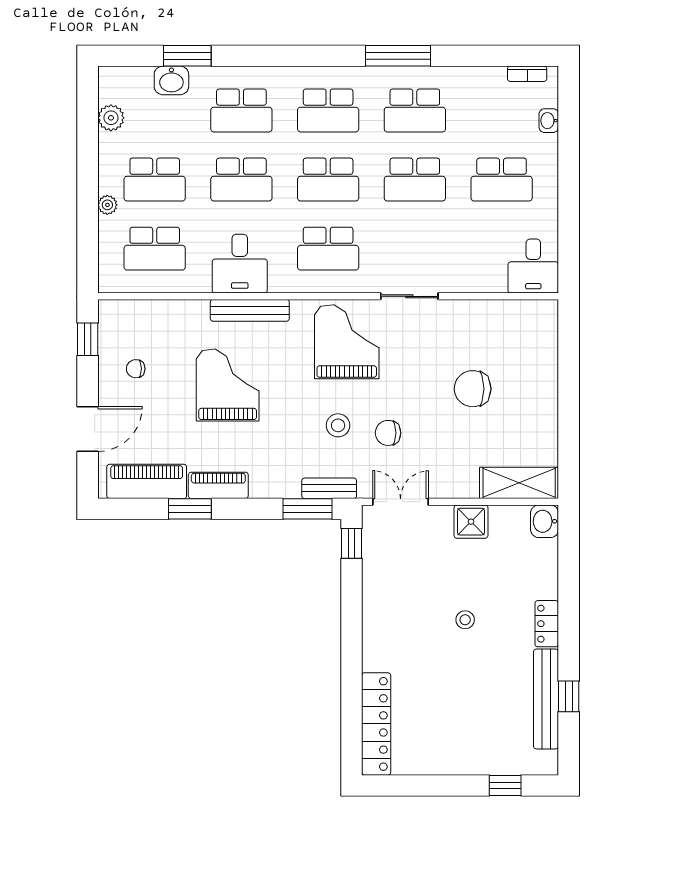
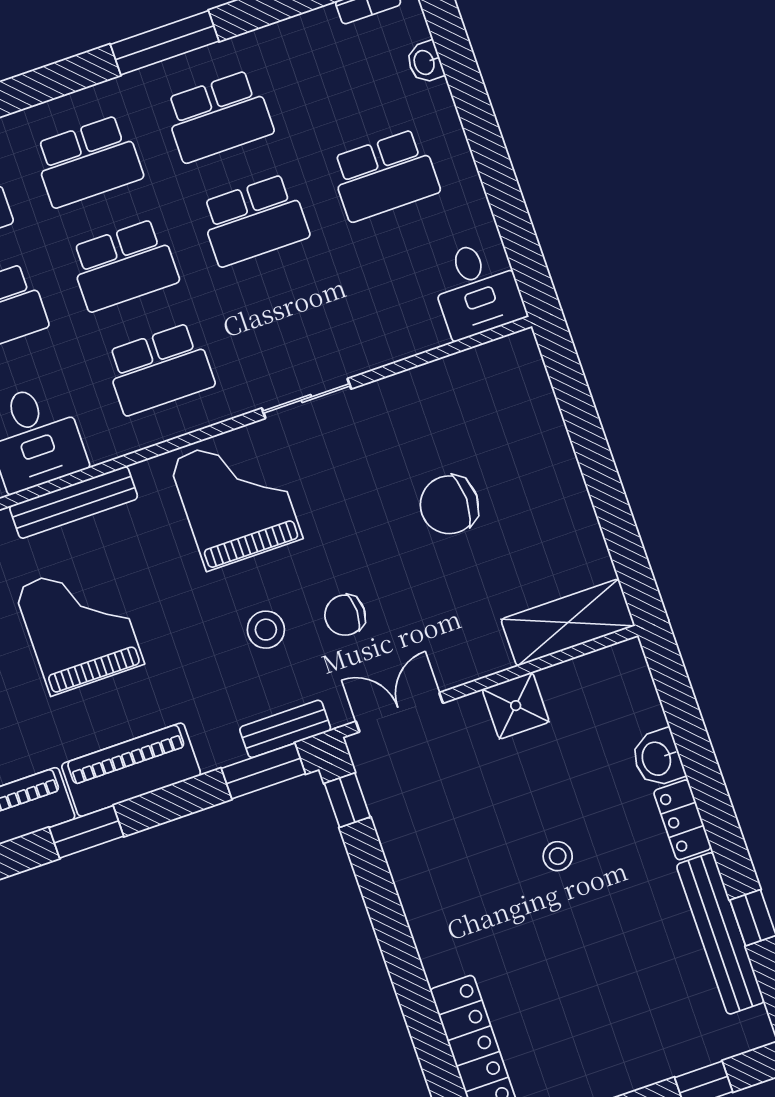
piano: (218, 485) -> (131, 770), width x1.37, depth x1.33
washbasin: (545, 521) -> (658, 758), moved

